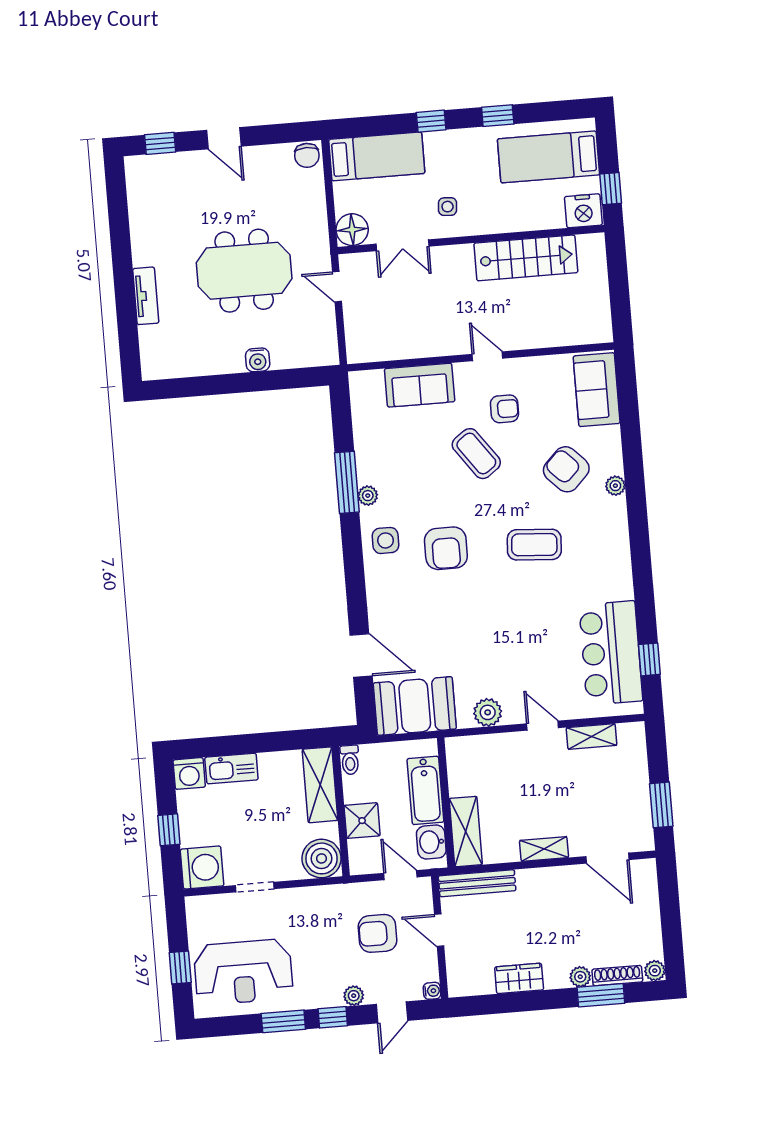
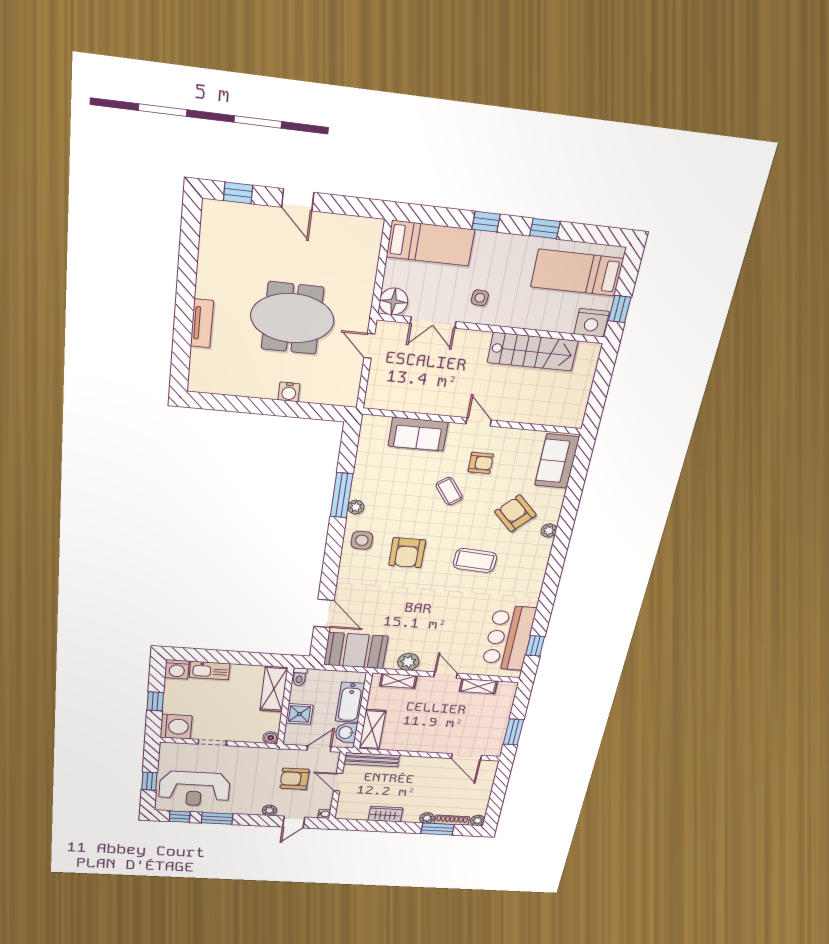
chair: (307, 155) -> (369, 230), removed
coffee table: (476, 454) -> (449, 491), width x0.73, depth x0.77
shelving: (544, 849) -> (398, 681), moved
boiler: (322, 858) -> (271, 738), width x0.54, depth x0.54
door: (400, 875) -> (319, 749), hinge flipped
window: (333, 1017) -> (180, 817), moved

